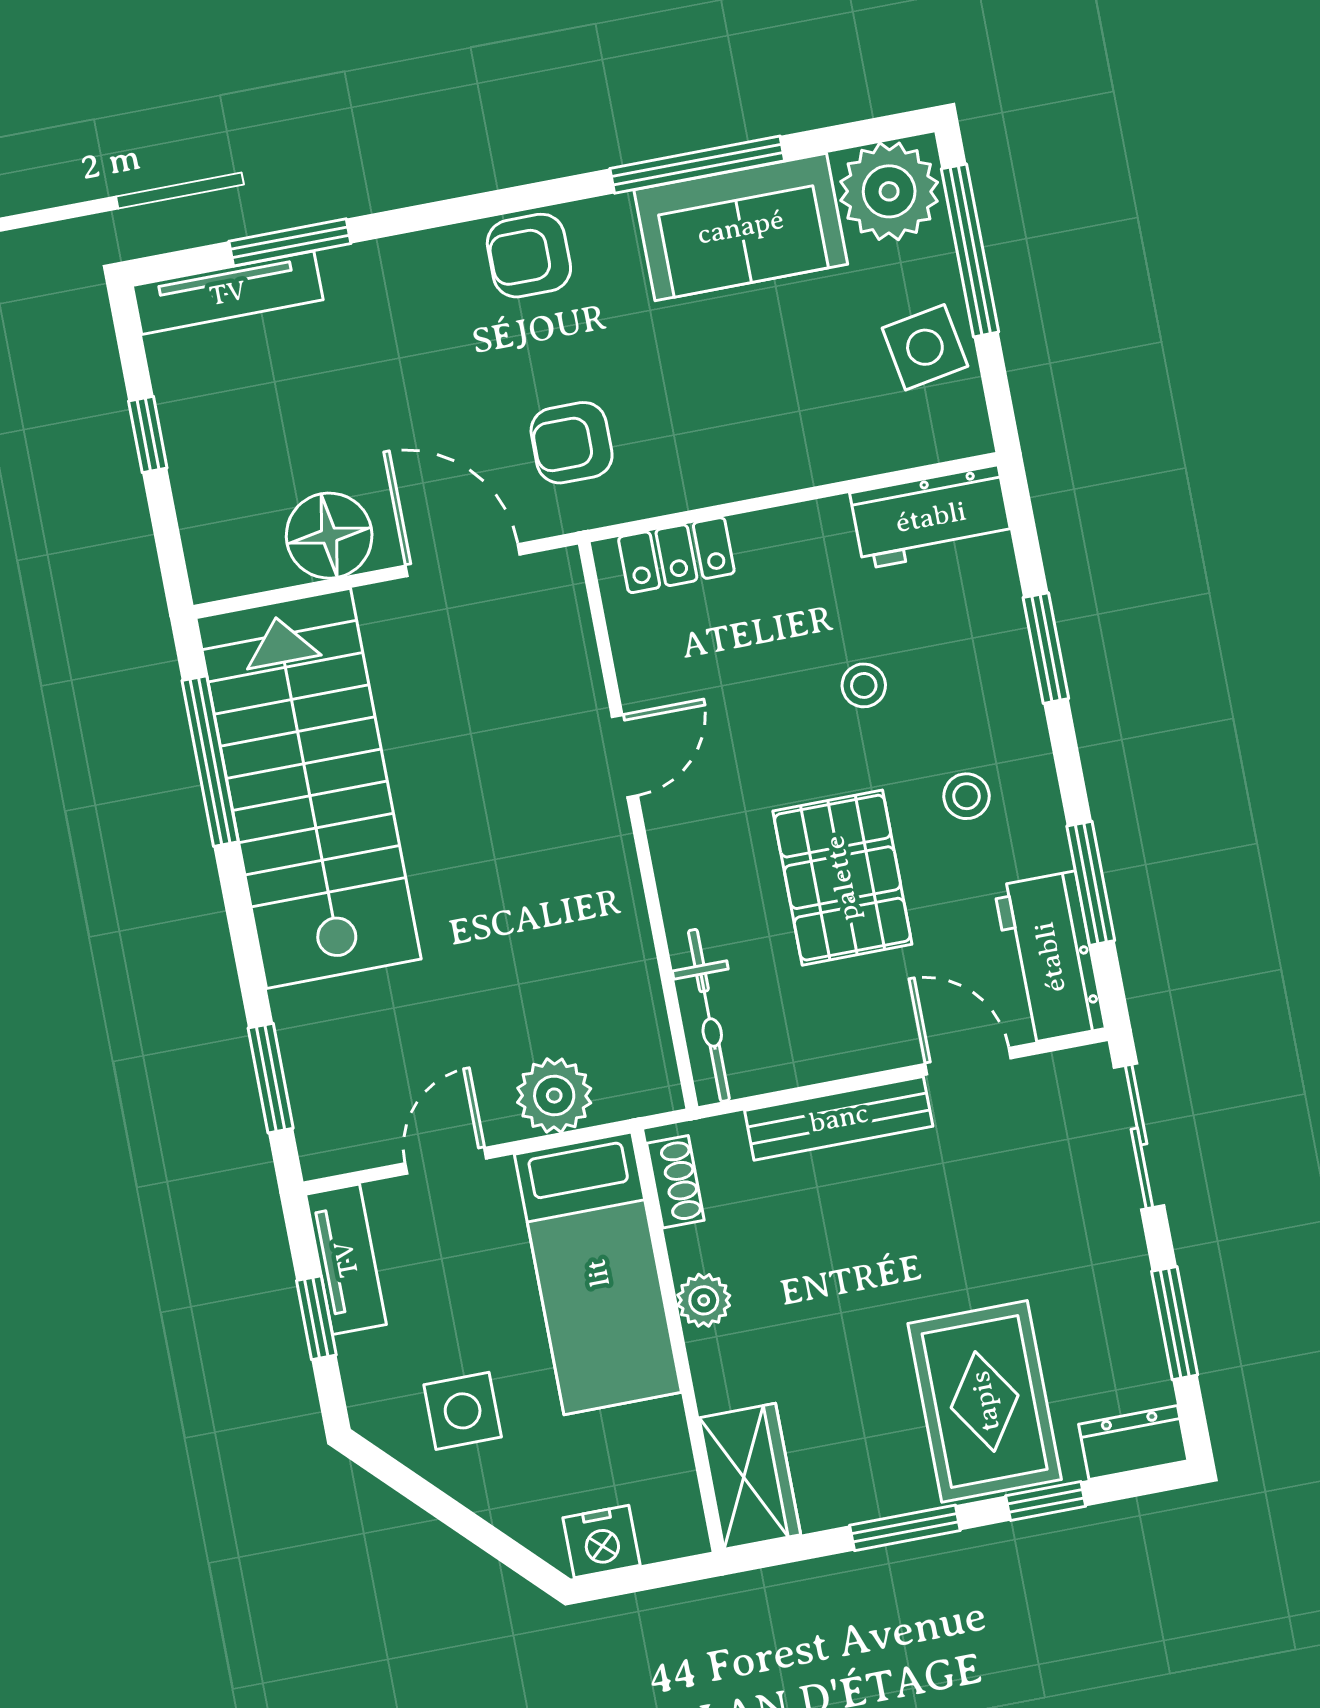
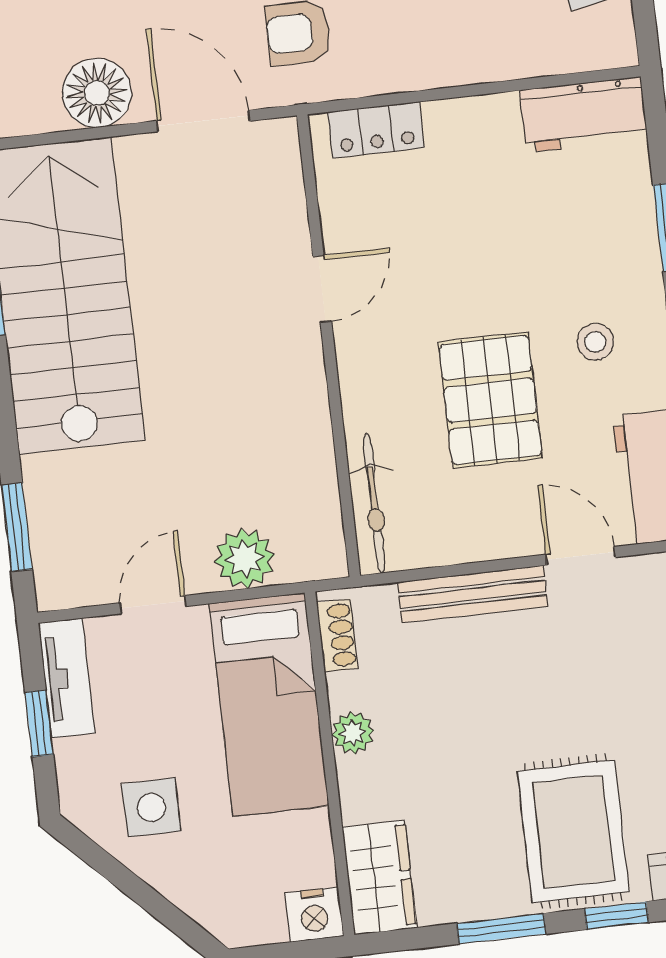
stool: (864, 685) -> (519, 246), removed
nightstand: (601, 1541) -> (314, 915), moved

